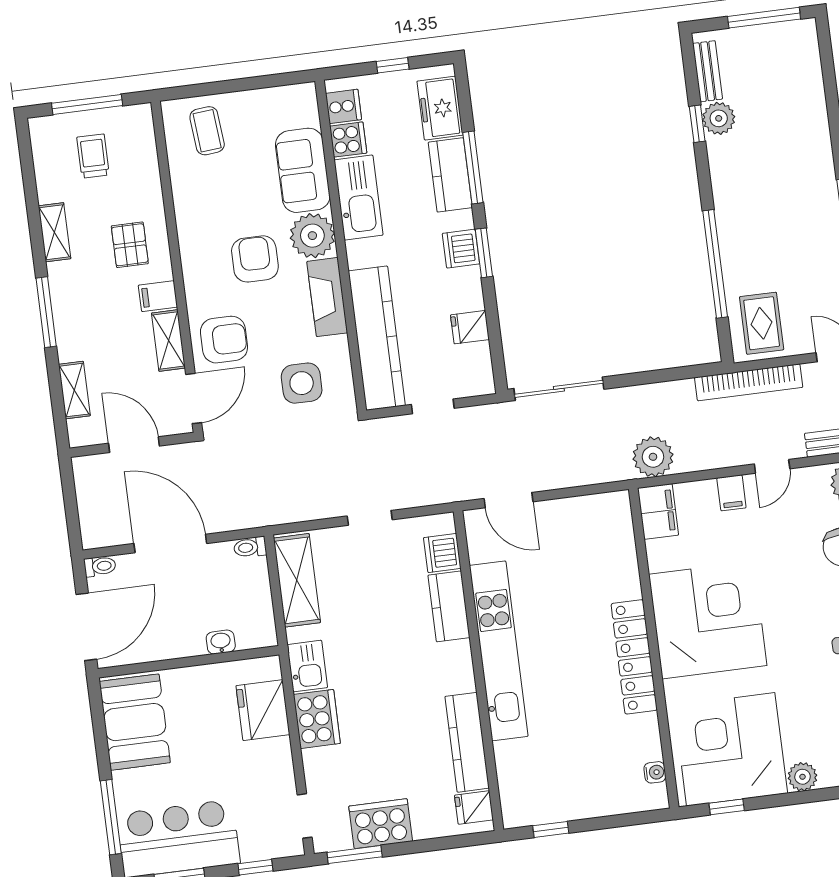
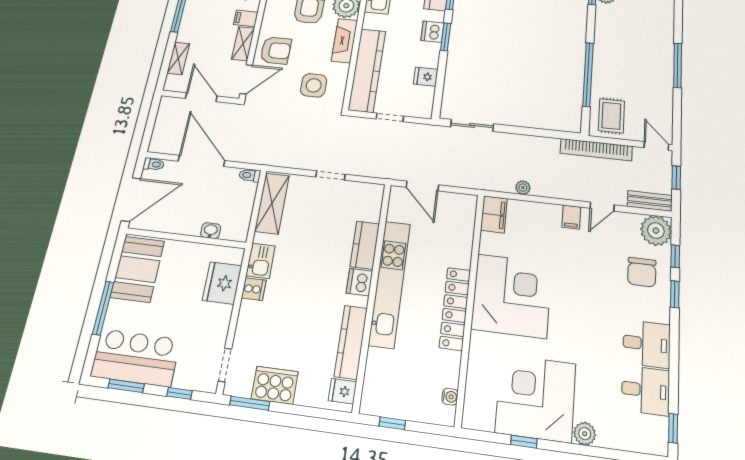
sliding door: (559, 389) -> (472, 125), width x0.73
plant: (653, 457) -> (523, 188), width x0.53, depth x0.53
filing cabinet: (658, 512) -> (494, 214), moved
dishwasher: (442, 553) -> (359, 282), moved
corner desk: (708, 620) -> (512, 296), moved
wall: (654, 648) -> (470, 306), moved
locker: (634, 657) -> (455, 308), moved
cooker: (317, 719) -> (254, 289), width x0.53, depth x0.76
water cooler: (655, 772) -> (450, 397), moved
window: (111, 817) -> (103, 308), moved

